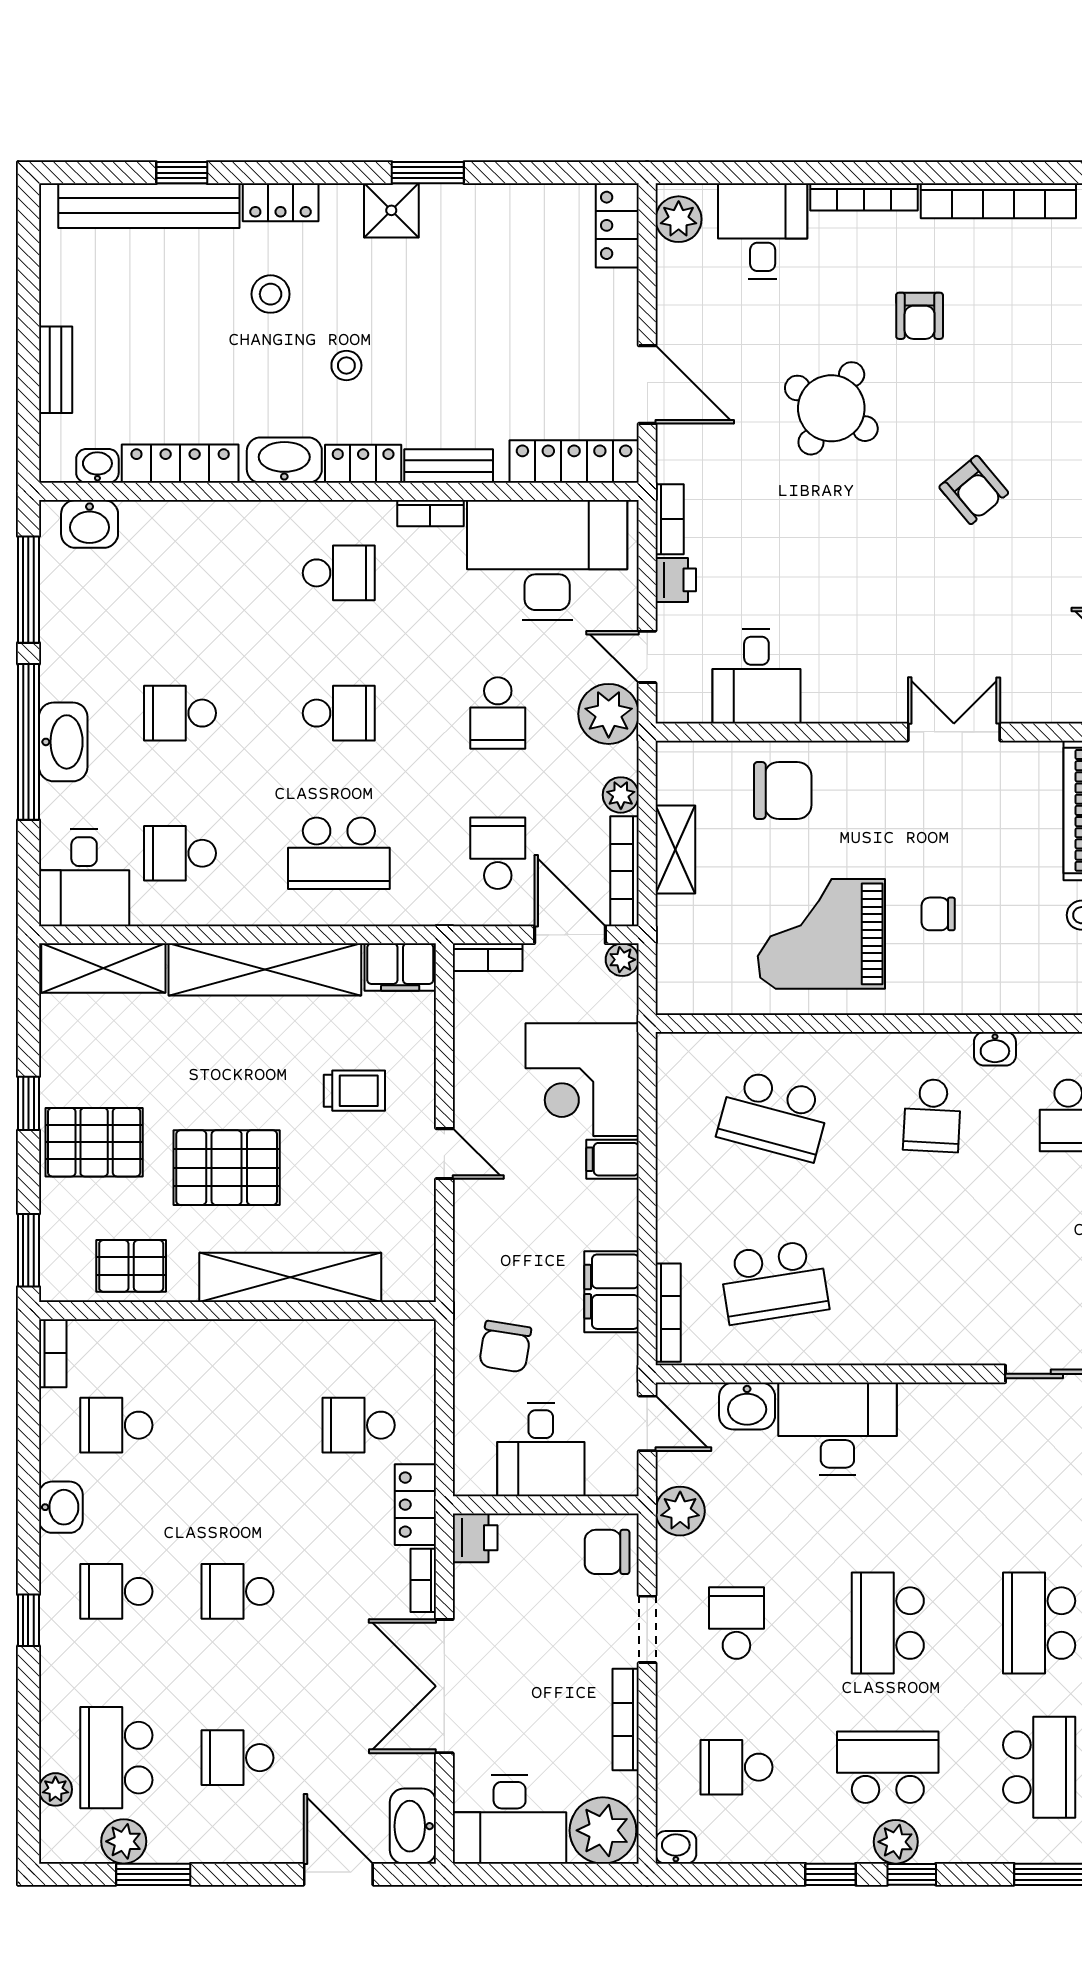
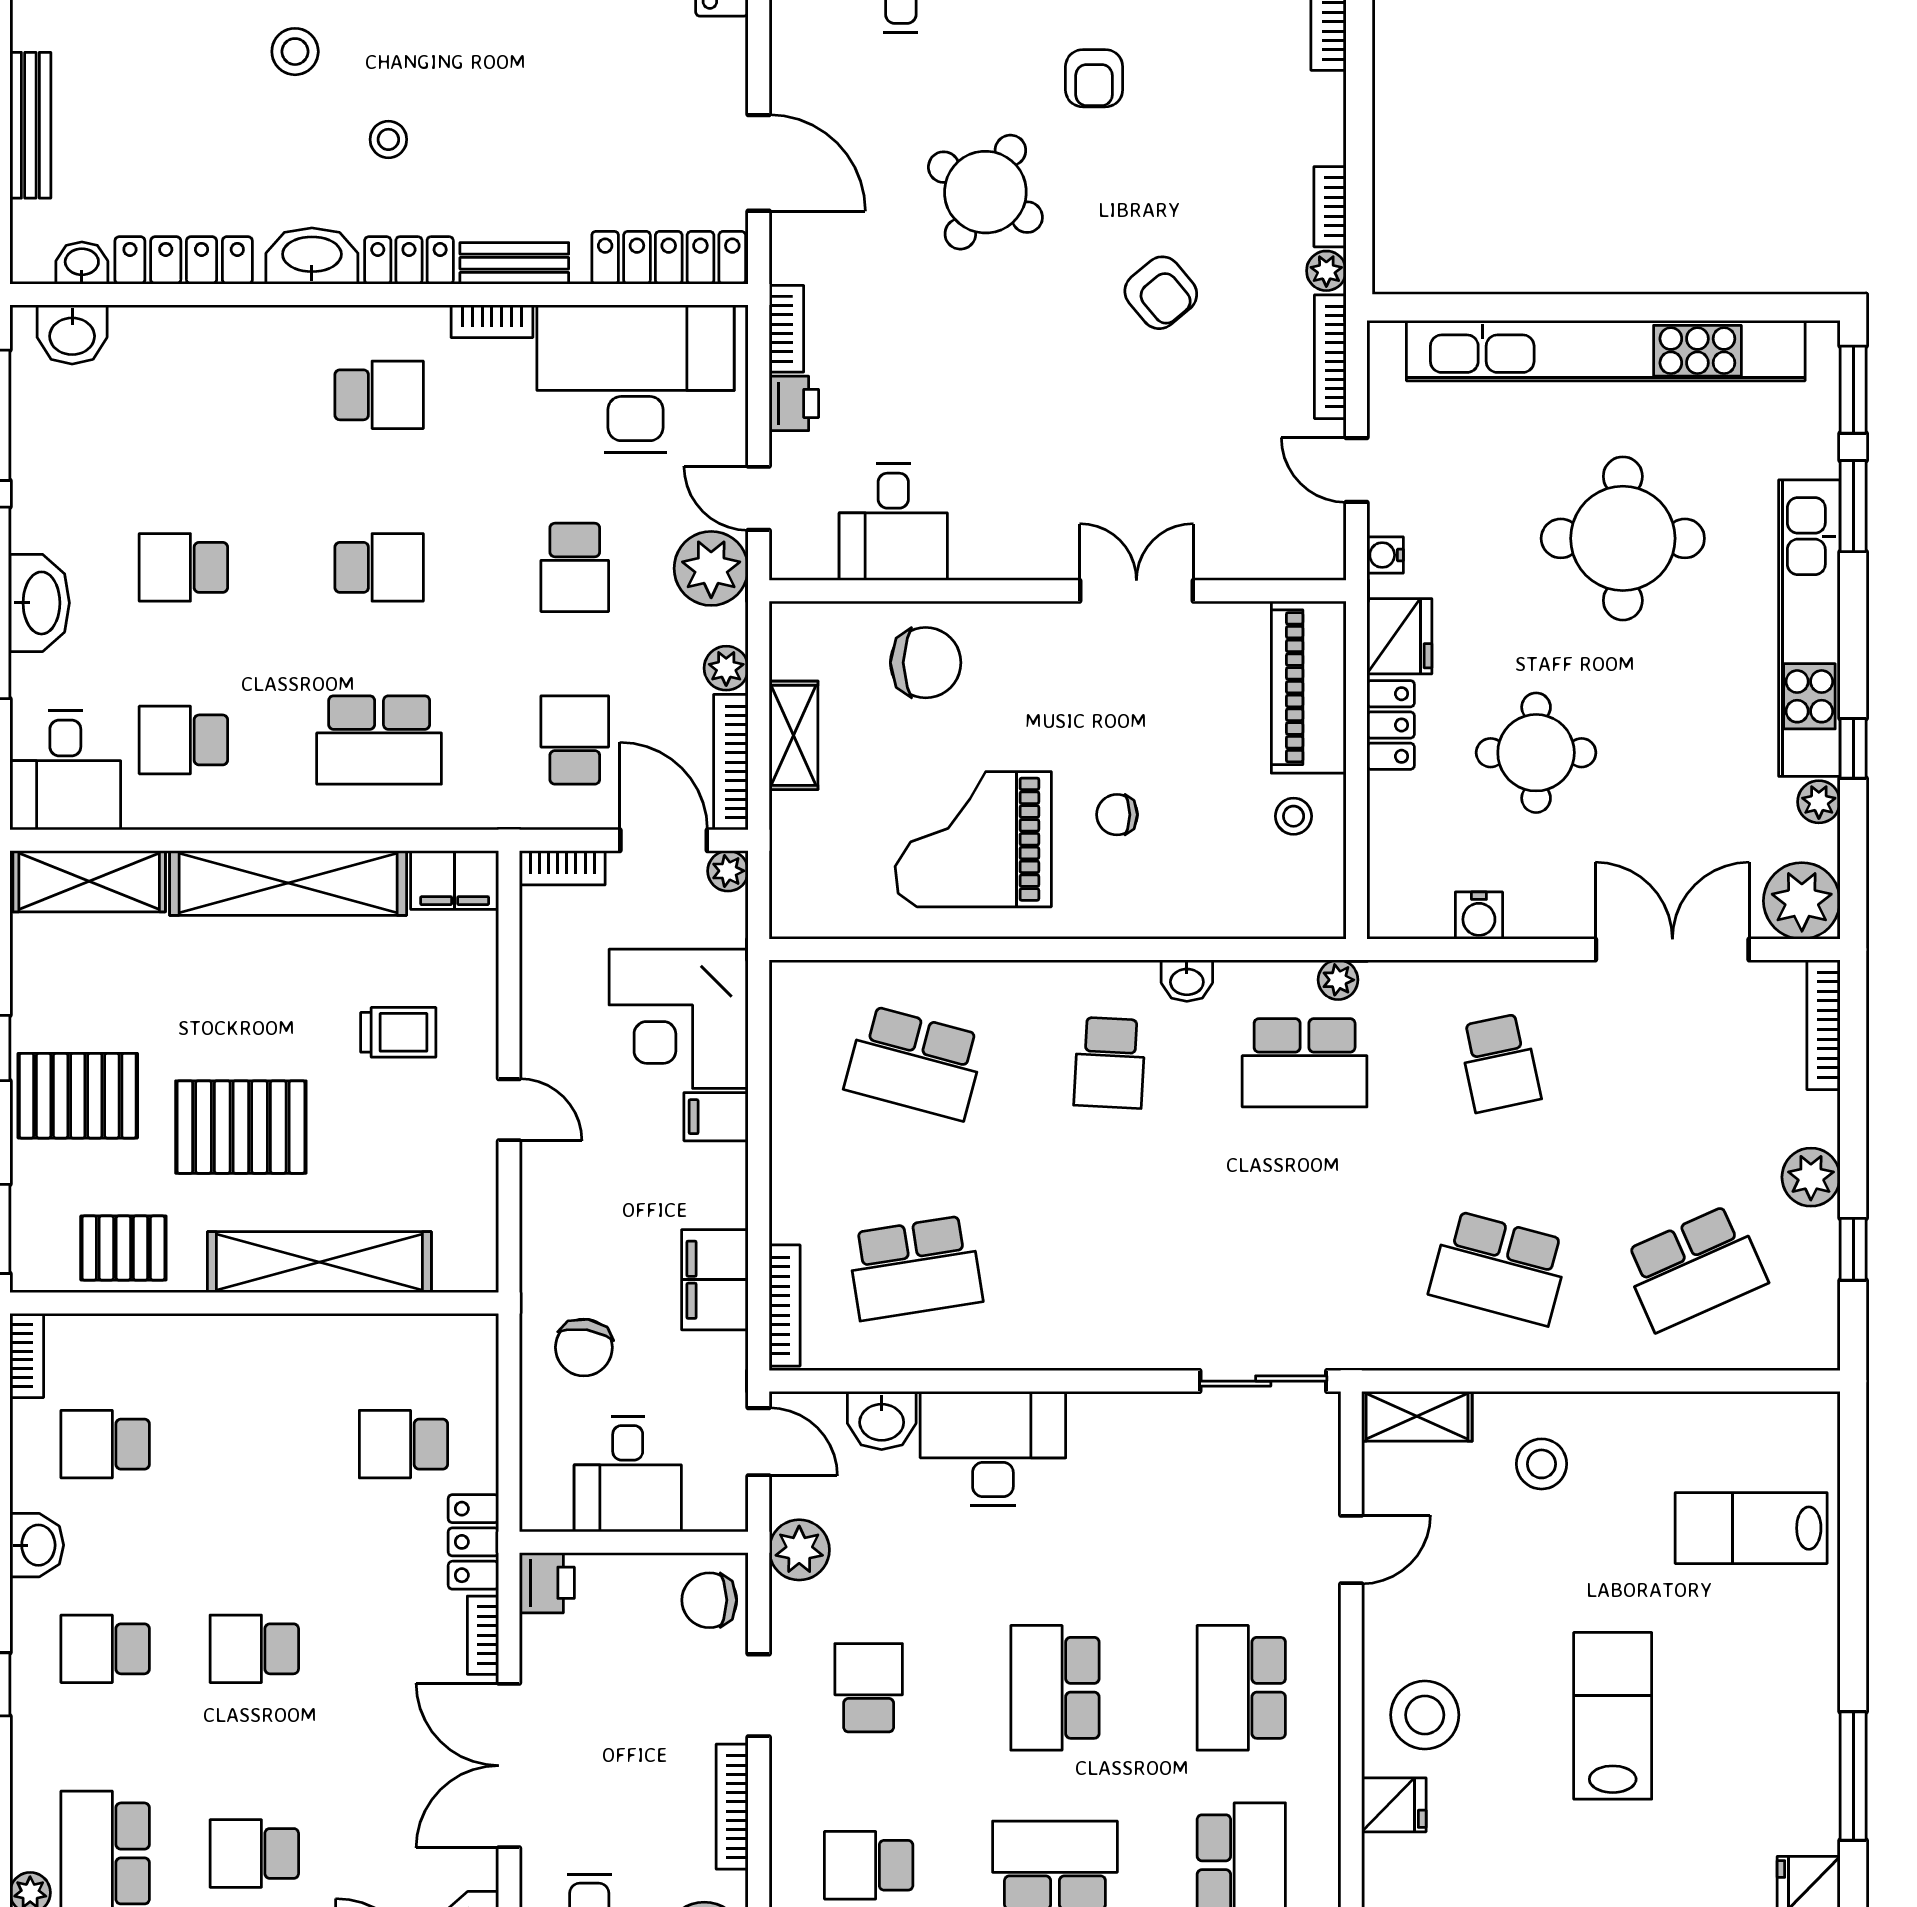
bench: (56, 370) -> (30, 125), width x1.36

